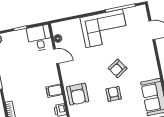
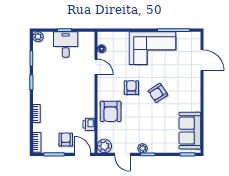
desk: (40, 38) -> (66, 44), moved
filing cabinet: (54, 91) -> (87, 103), removed
armchair: (114, 94) -> (131, 88), moved

